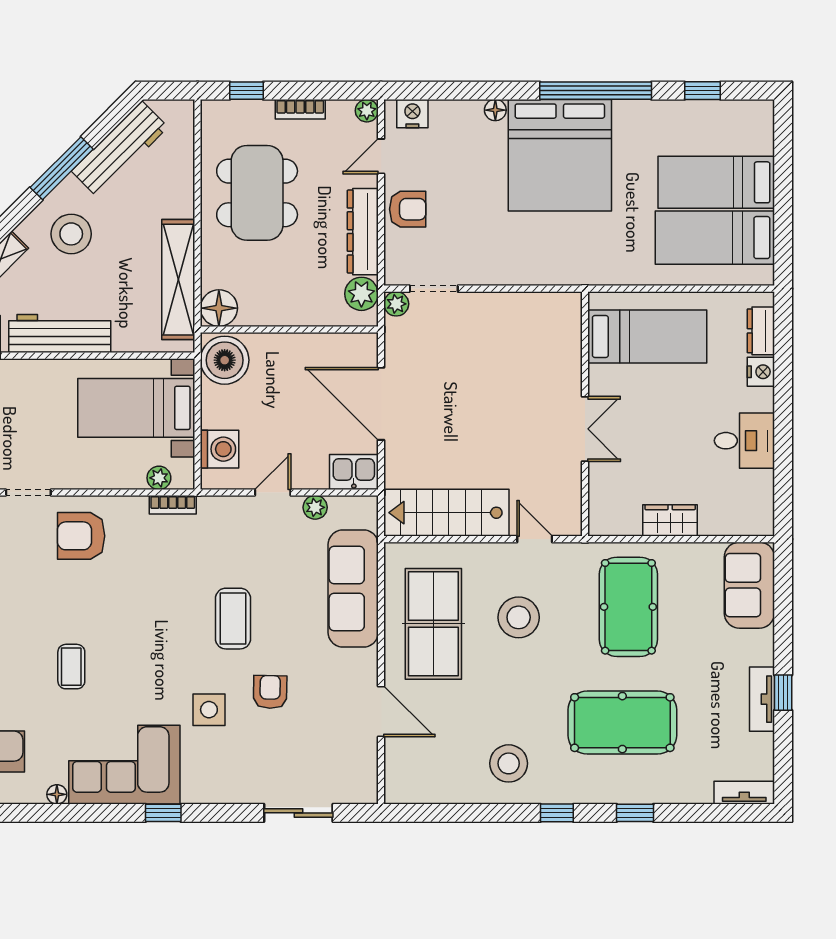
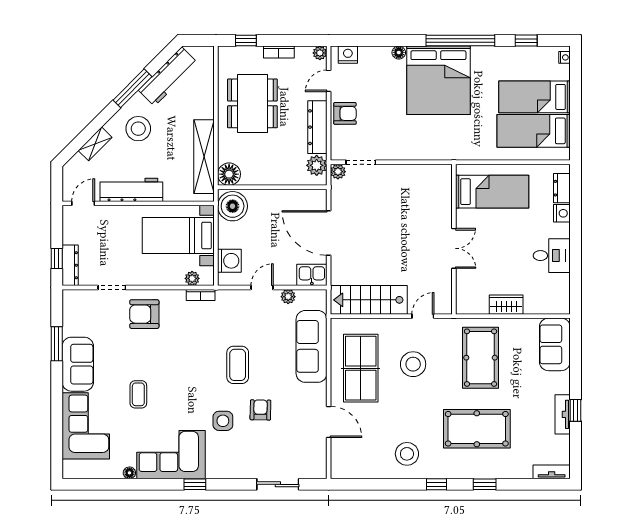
nightstand: (765, 118) -> (564, 57), added
door: (535, 539) -> (423, 316), hinge flipped

